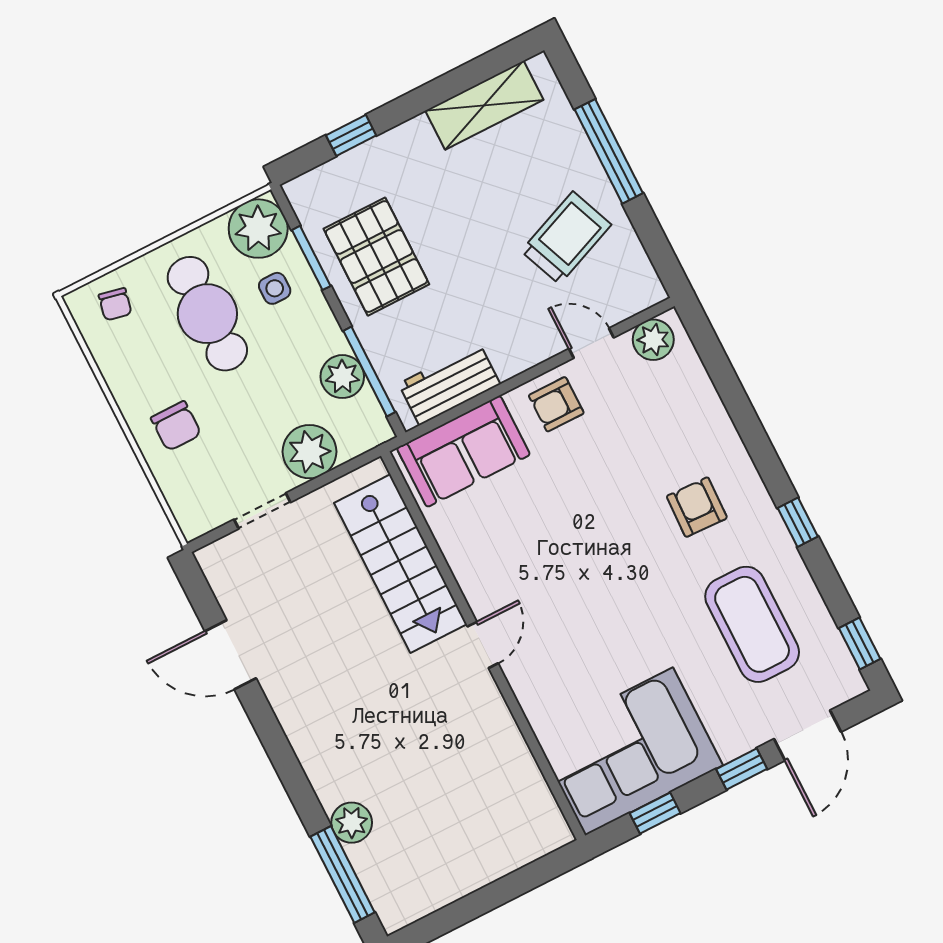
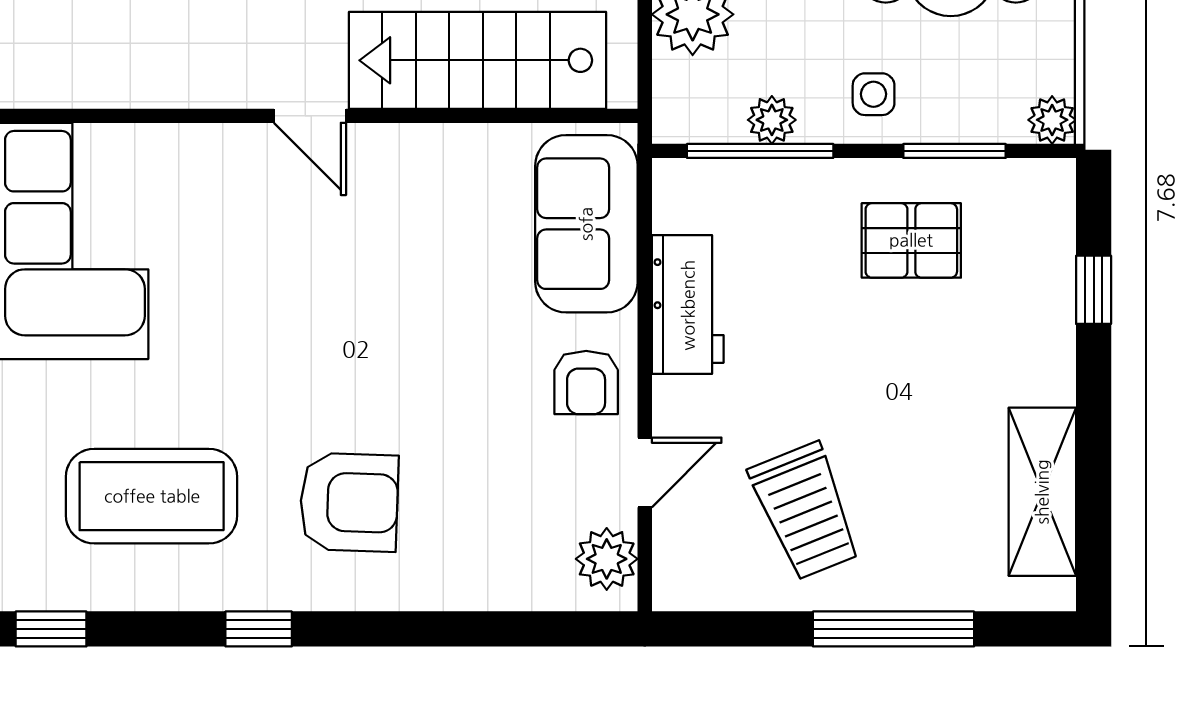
plant: (258, 229) -> (1052, 120), width x0.53, depth x0.53
pallet: (376, 257) -> (911, 240), width x0.67, depth x0.71
side table: (275, 288) -> (874, 94), moved
plant: (342, 377) -> (772, 120), width x0.73, depth x0.73
workbench: (449, 384) -> (688, 305), moved
armchair: (556, 404) -> (586, 382), turned 180
armchair: (697, 507) -> (349, 502), width x1.38, depth x1.38

